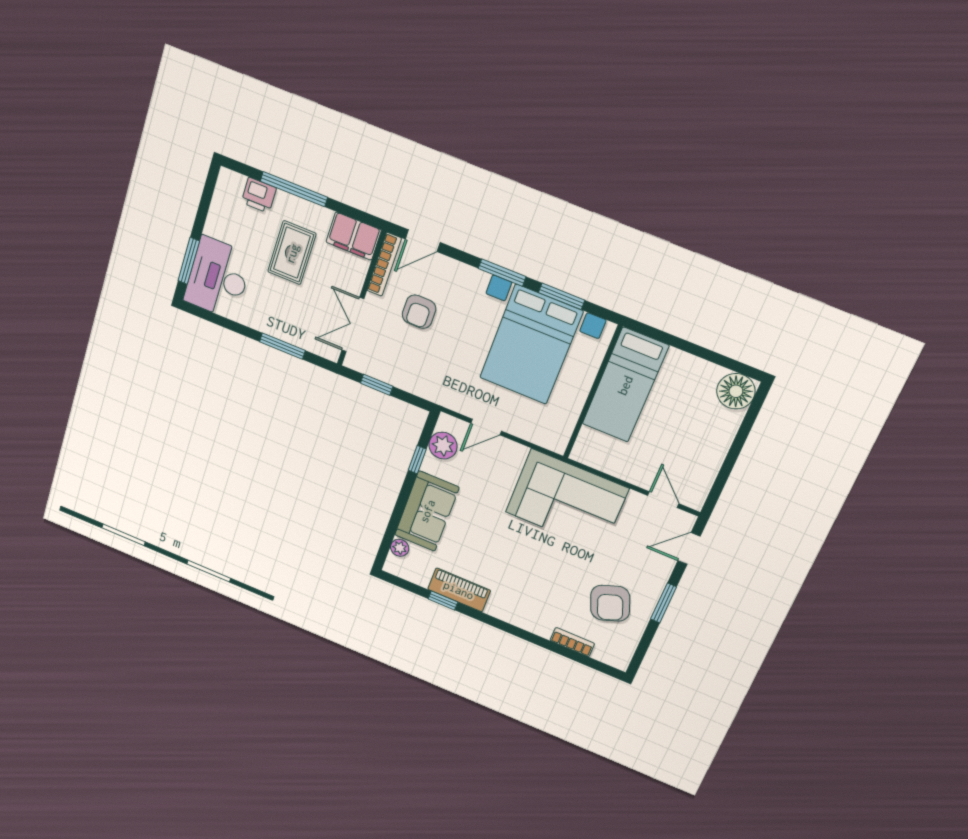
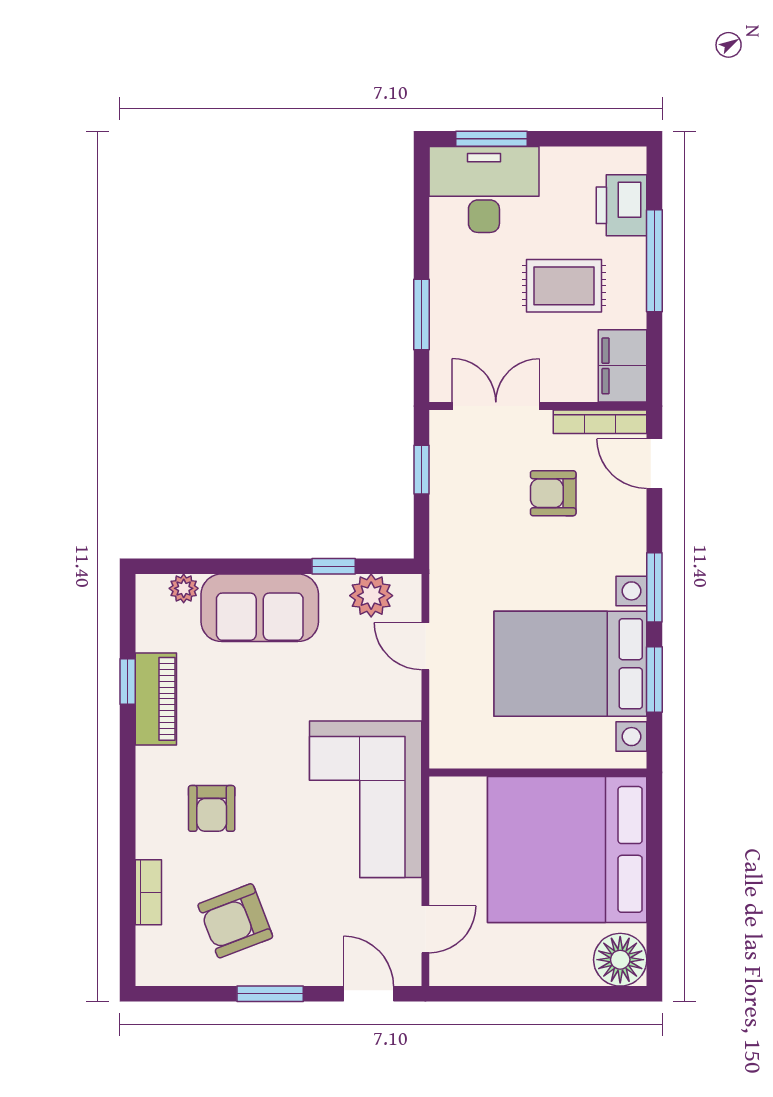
printer: (259, 195) -> (622, 205), width x1.36, depth x1.24
bed: (625, 385) -> (567, 849), width x2.04
armchair: (537, 588) -> (212, 808), added

